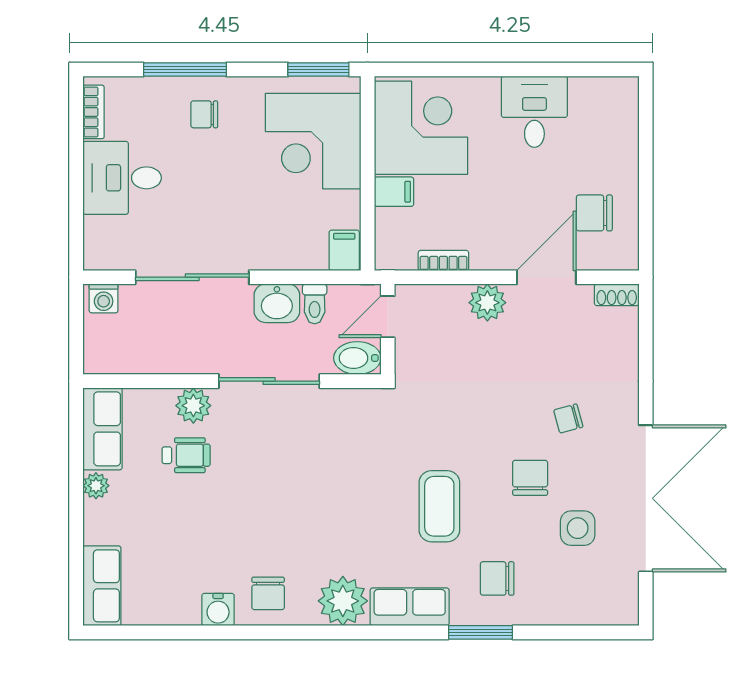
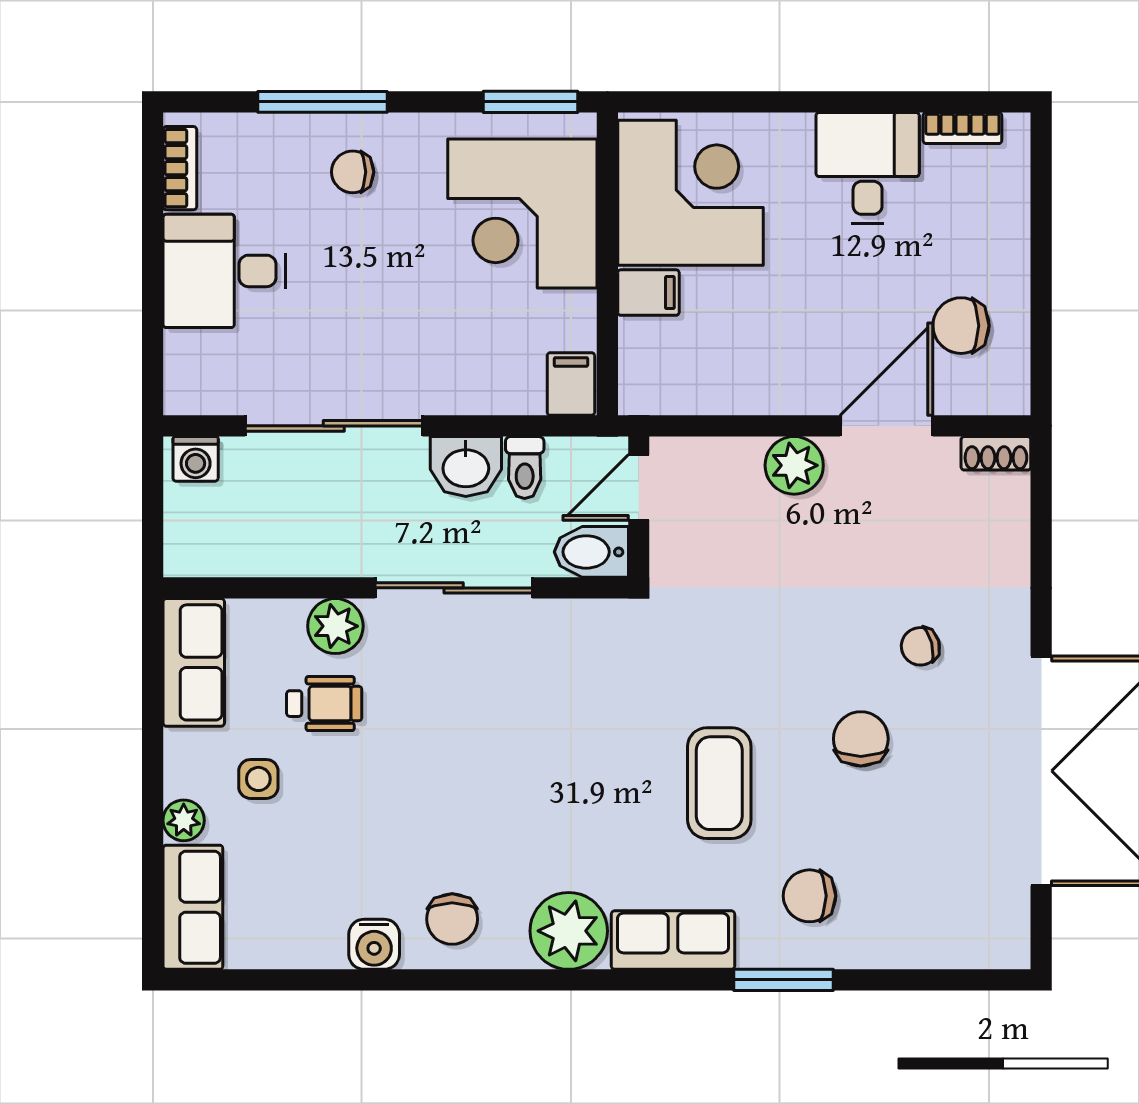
bookcase: (443, 260) -> (962, 128), moved, turned 180
plant: (96, 486) -> (184, 820), moved
side table: (578, 528) -> (258, 779), moved, width x0.73, depth x0.73

